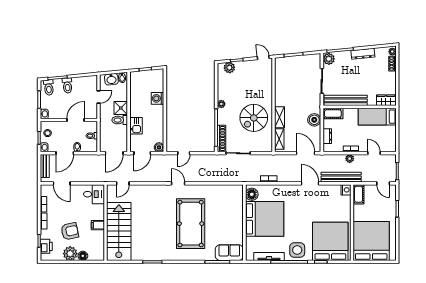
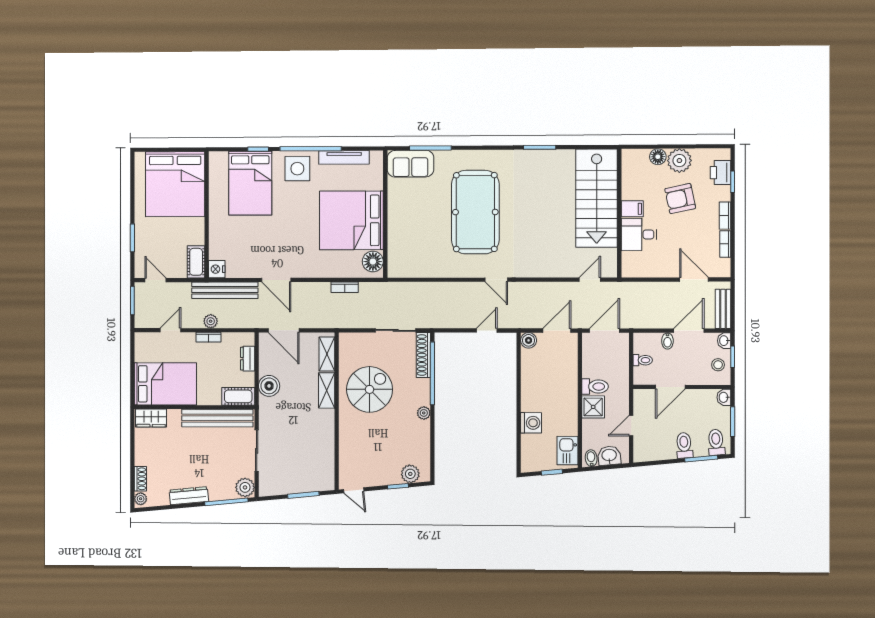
bed: (377, 117) -> (165, 384), width x1.50
kitchen sink: (136, 126) -> (567, 451), moved
door: (374, 153) -> (171, 330), swing flipped
desk: (94, 194) -> (639, 235), moved
bed: (330, 241) -> (250, 183), width x0.73

